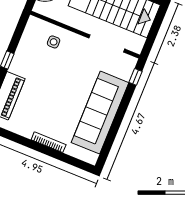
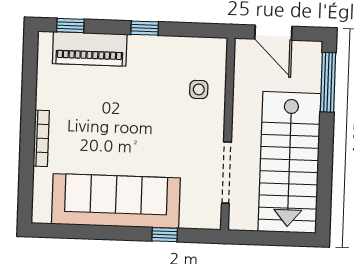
window: (135, 77) -> (165, 235), moved

